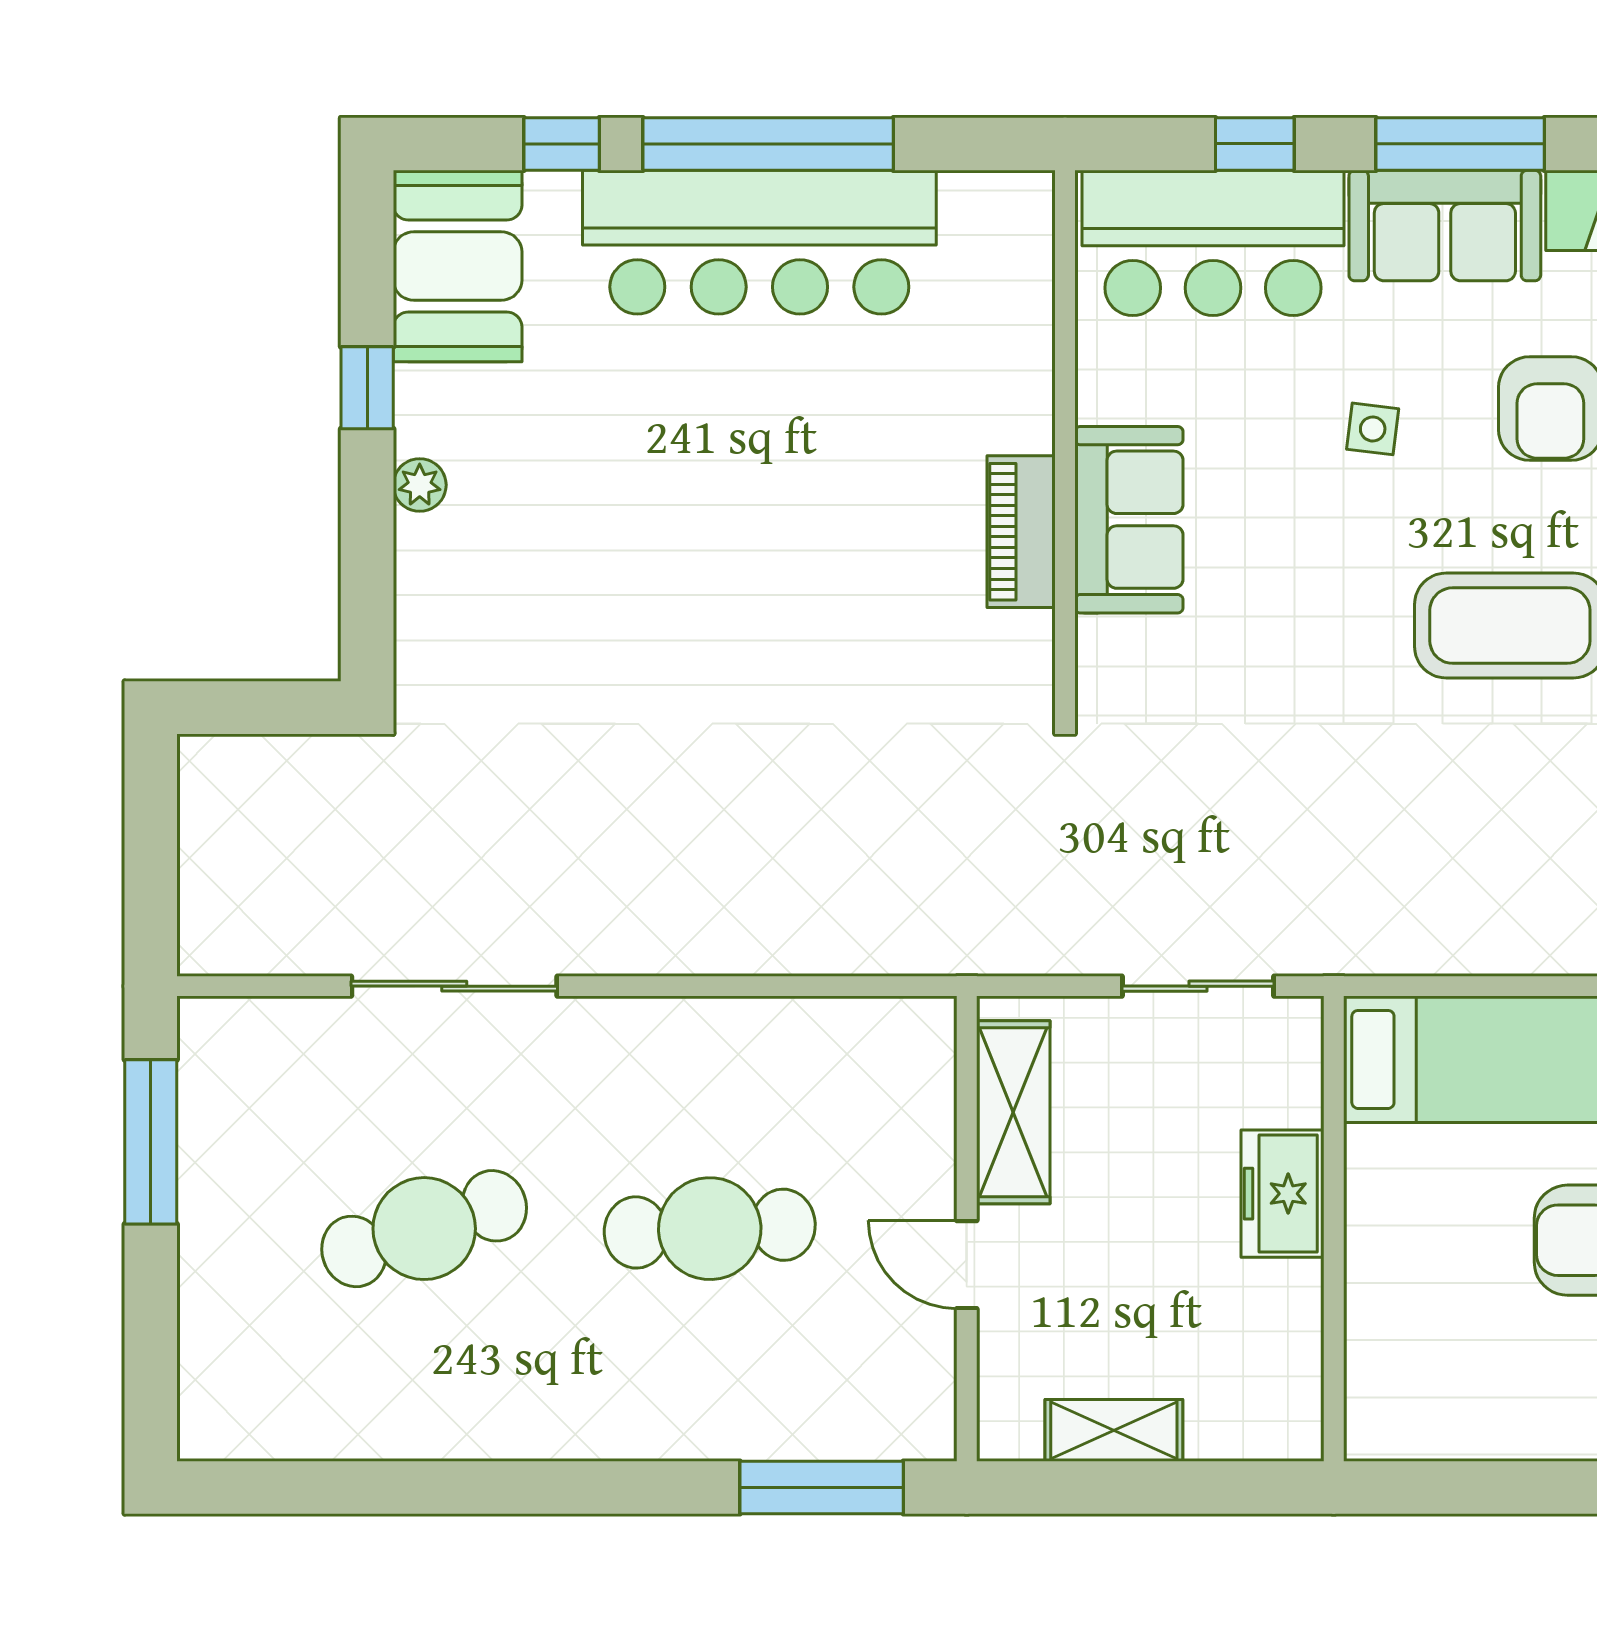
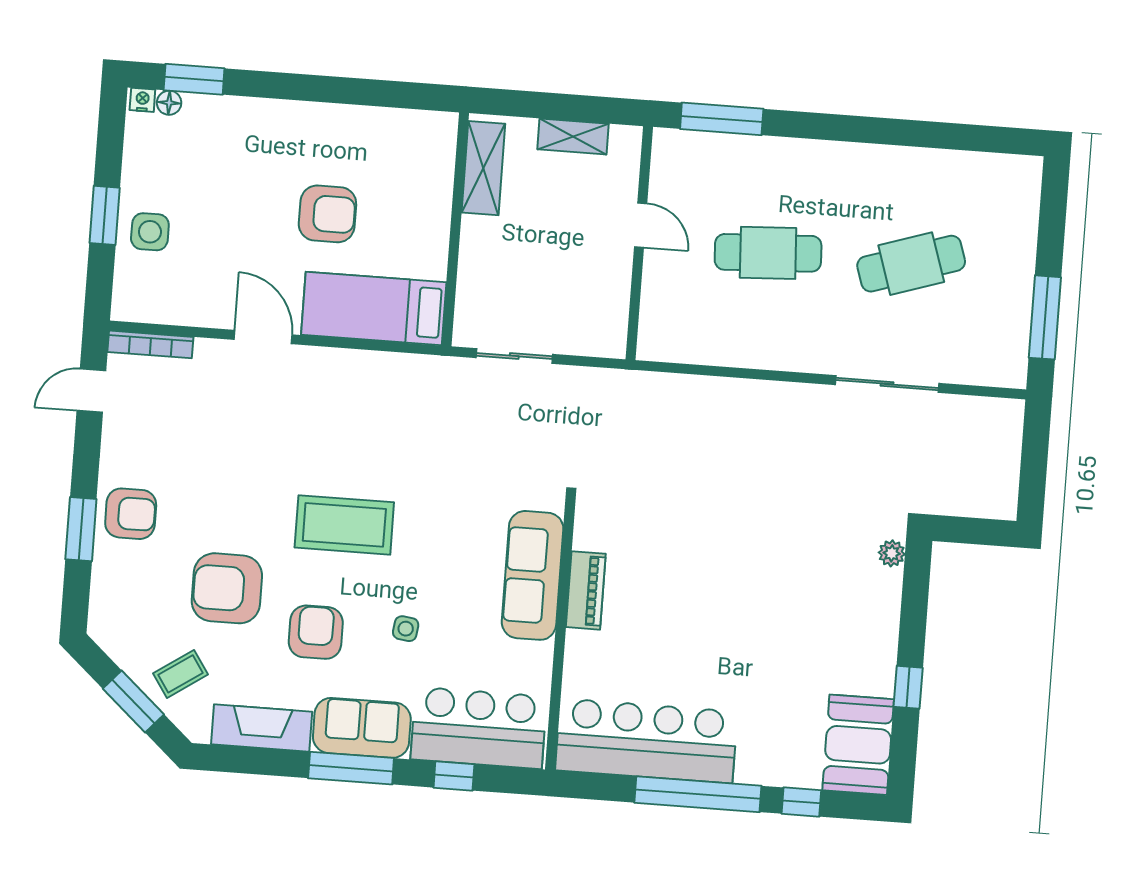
bar counter: (759, 242) -> (646, 741), moved
plant: (420, 485) -> (892, 553), moved
sofa: (1129, 520) -> (533, 575), width x1.36
shelving: (1013, 1112) -> (483, 168), moved
freezer: (1282, 1194) -> (480, 249), removed

